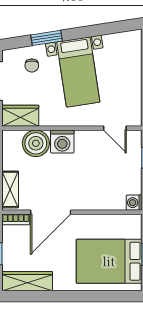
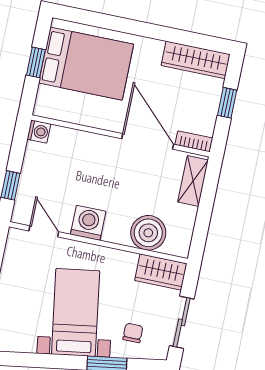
washing machine: (62, 141) -> (88, 223), moved
door: (51, 212) -> (148, 141), hinge flipped

